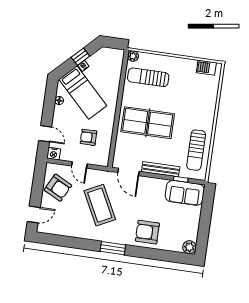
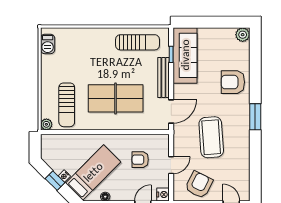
table tennis table: (148, 123) -> (116, 98), turned 90
armchair: (89, 137) -> (140, 160), turned 90
sofa: (185, 193) -> (185, 55), width x1.36
coffee table: (100, 205) -> (211, 137), turned -67
armchair: (147, 232) -> (233, 82), turned 90

